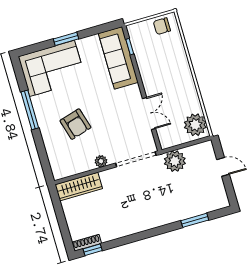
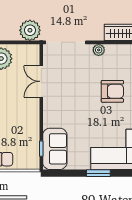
sofa: (118, 58) -> (55, 149), width x0.73
armchair: (75, 124) -> (112, 91), turned 106

